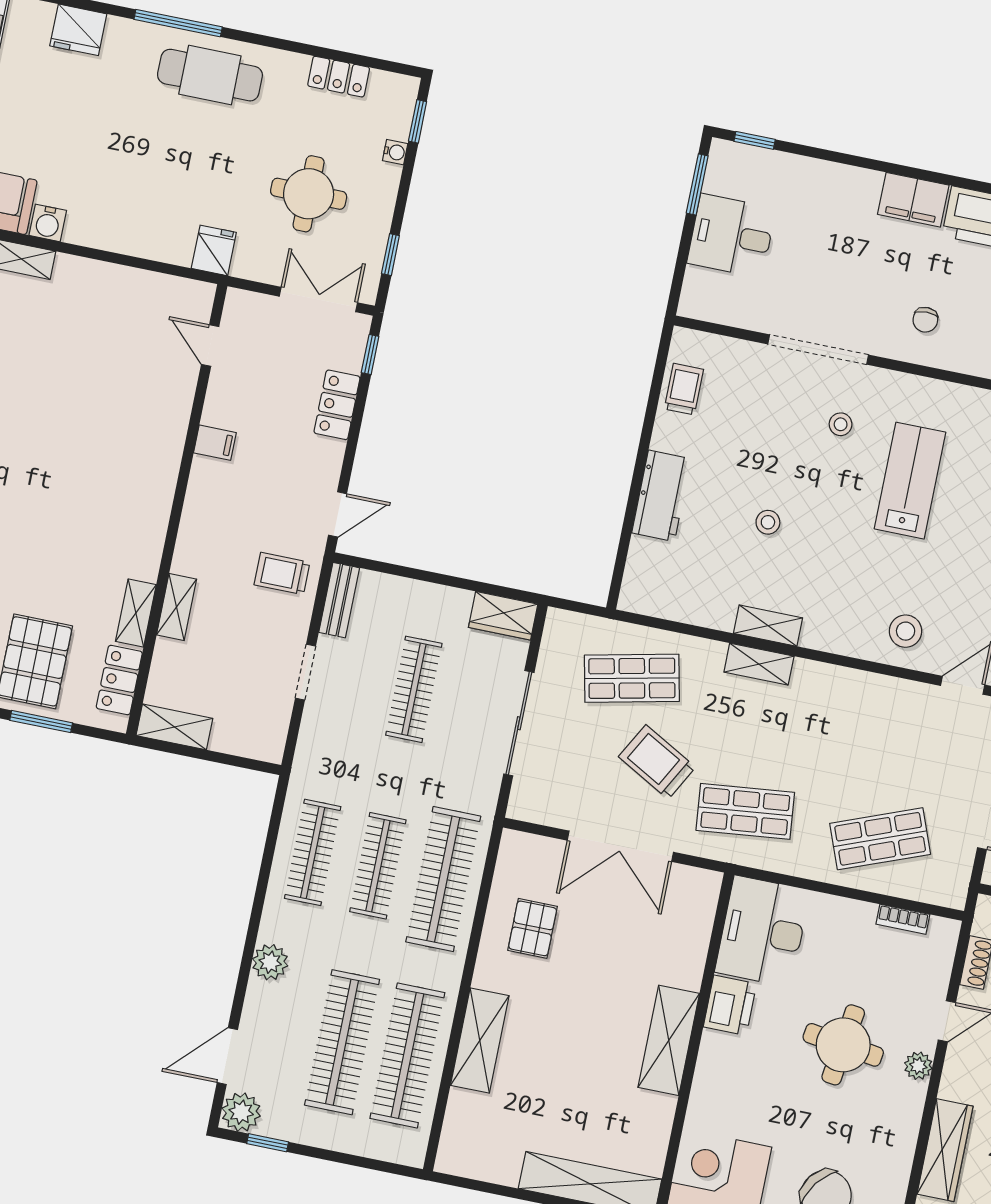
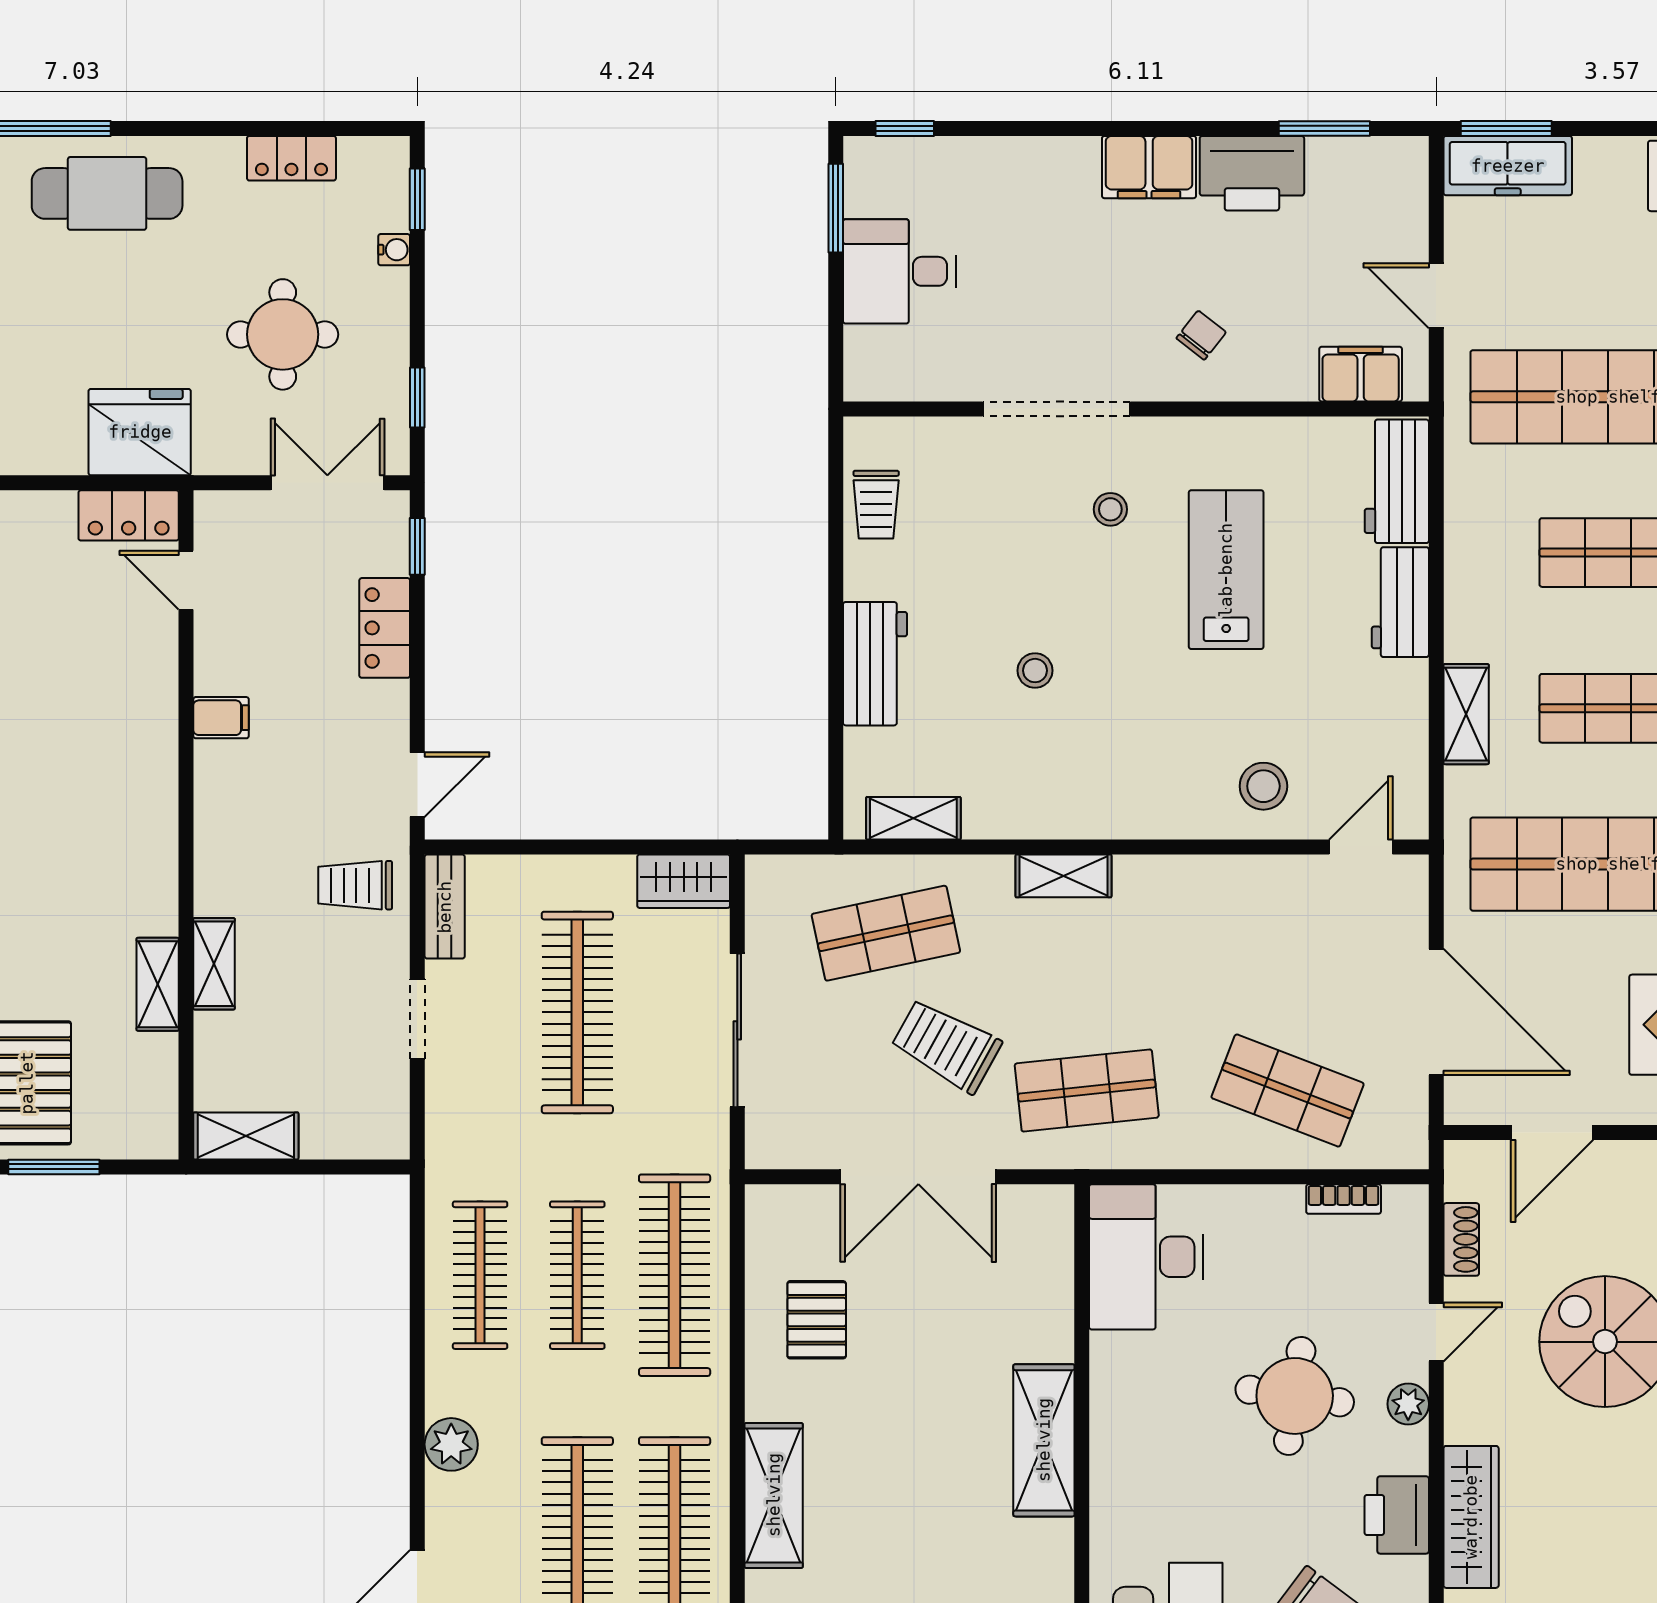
fridge: (214, 250) -> (140, 432), width x1.88, depth x1.34
chair: (925, 320) -> (1201, 335), turned -142
trolley: (684, 389) -> (876, 505), turned 180
shelving: (768, 626) -> (913, 818), moved
locker: (119, 680) -> (129, 515), moved, turned -90
clothes rail: (414, 689) -> (577, 1012), width x1.37, depth x1.31
shop shelf: (880, 839) -> (1288, 1091), turned 42
printer: (730, 1005) -> (1397, 1515), moved, turned 180

